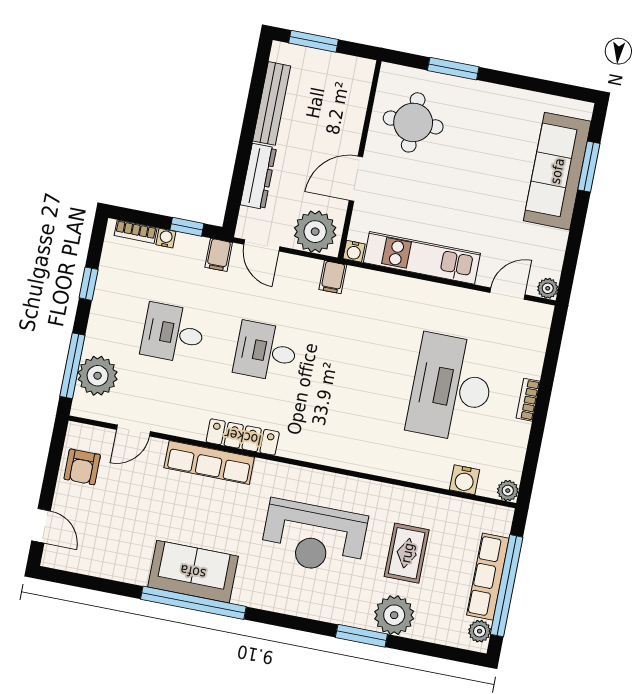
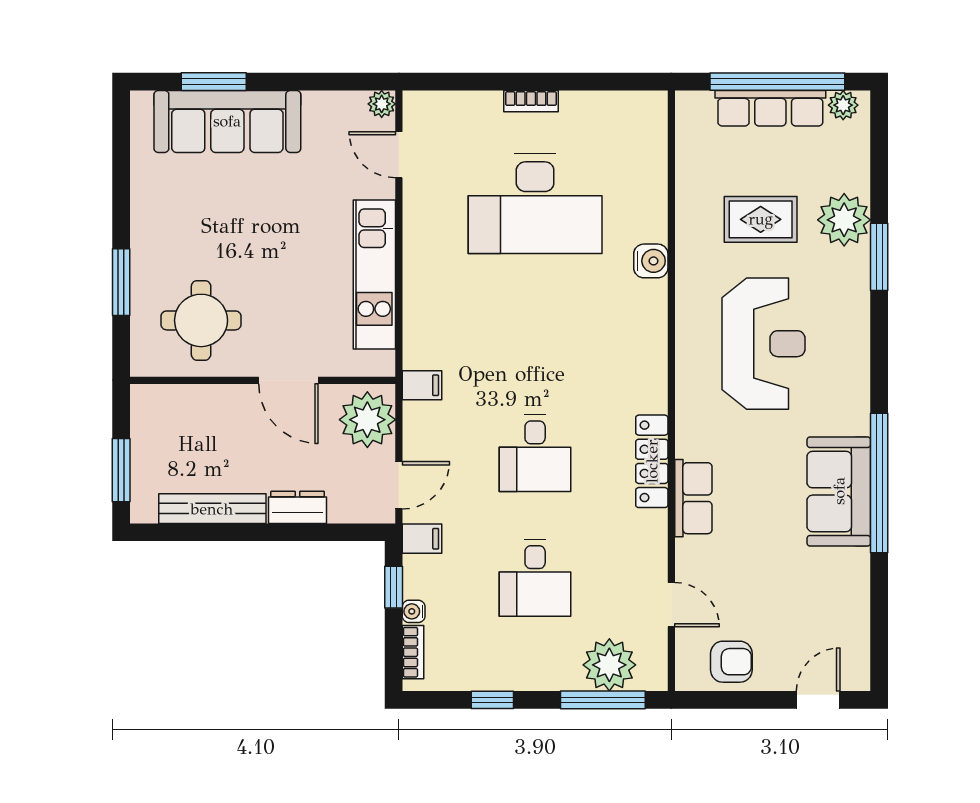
dresser: (258, 176) -> (298, 507), width x0.70
water cooler: (354, 251) -> (383, 364), removed
row of seats: (209, 462) -> (693, 498), width x0.68
water cooler: (465, 480) -> (651, 261), moved
plant: (508, 491) -> (654, 104), removed

